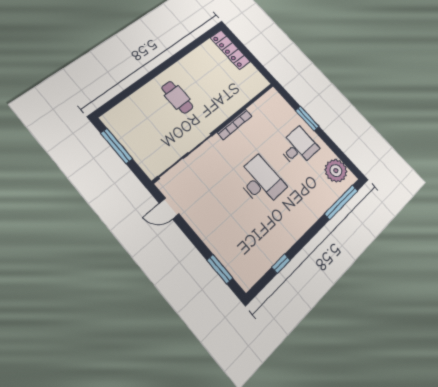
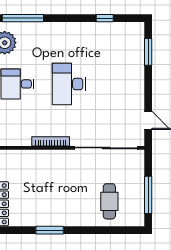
window: (176, 57) -> (50, 230), added
cafe table: (177, 97) -> (109, 201), moved

